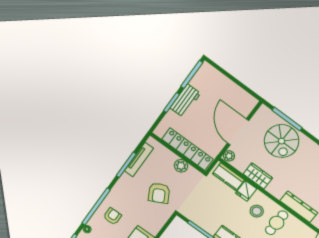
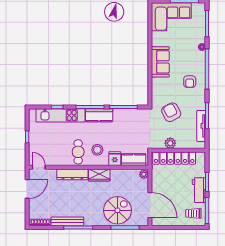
trolley: (208, 82) -> (193, 213), added
door: (238, 132) -> (150, 205), moved
spiral stairs: (282, 141) -> (117, 210), turned 90
wardrobe: (258, 176) -> (99, 175), moved
armchair: (112, 216) -> (190, 82), moved

